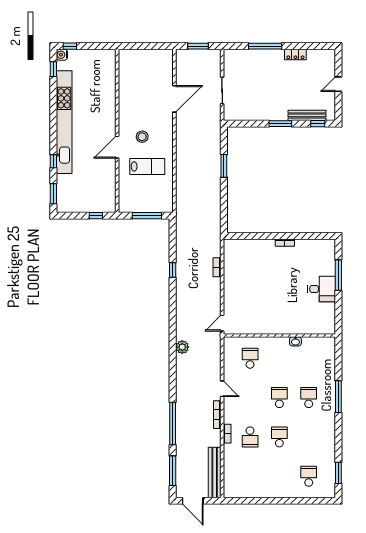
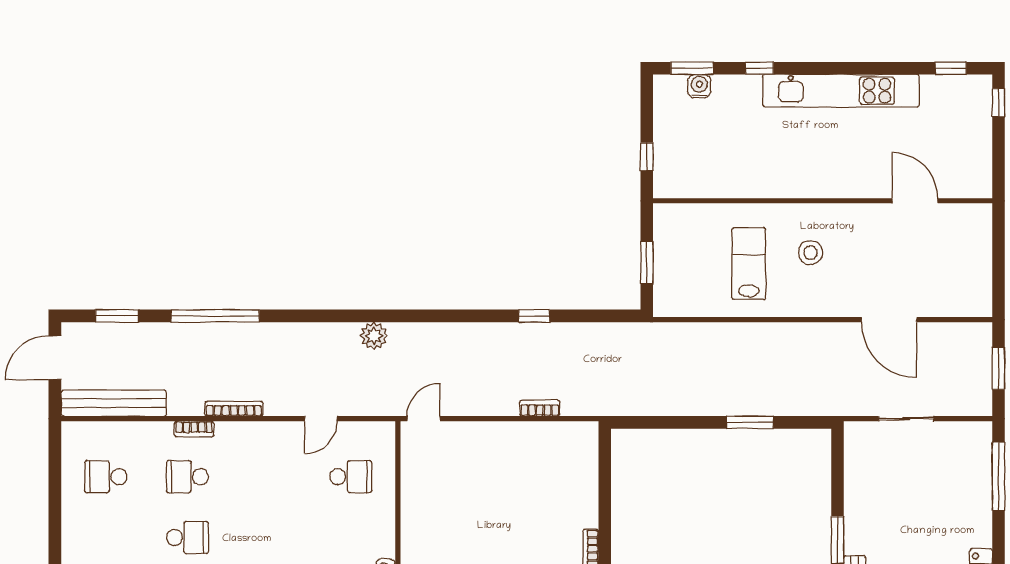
window: (265, 46) -> (998, 476), moved
water cooler: (62, 55) -> (699, 86), moved
kitchen unit: (64, 122) -> (841, 91), width x0.73
door: (117, 147) -> (915, 201), moved
lab bench: (147, 166) -> (749, 263), turned 180
window: (147, 216) -> (647, 262), width x0.69
door: (222, 323) -> (424, 419), hinge flipped
door: (222, 389) -> (321, 419), moved
school desk: (279, 398) -> (106, 477), moved, turned 180
window: (173, 471) -> (117, 316), width x0.69

